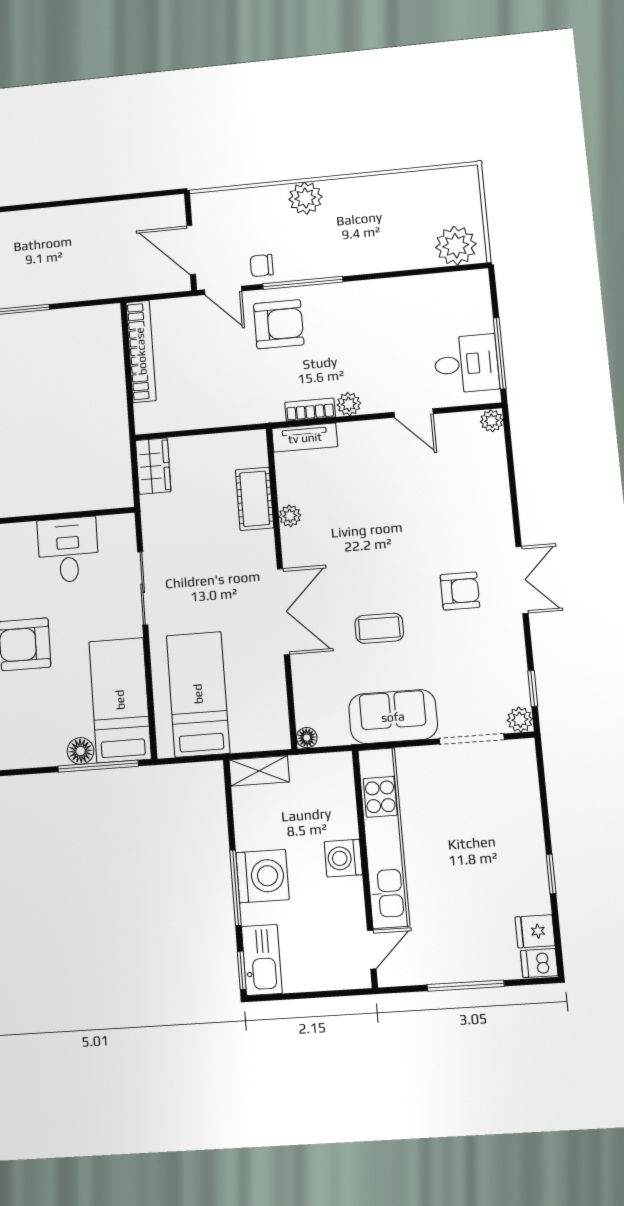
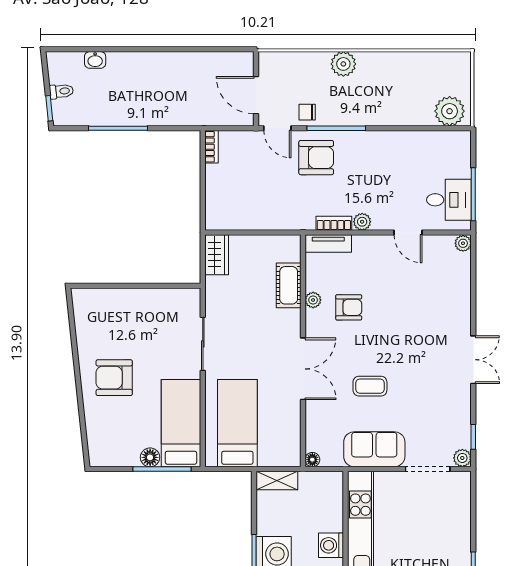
bookcase: (141, 351) -> (211, 147), width x0.43, depth x0.76
desk: (68, 550) -> (150, 311), removed
armchair: (460, 591) -> (349, 307), moved

